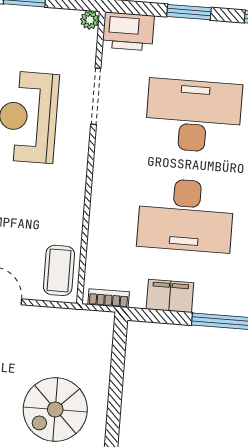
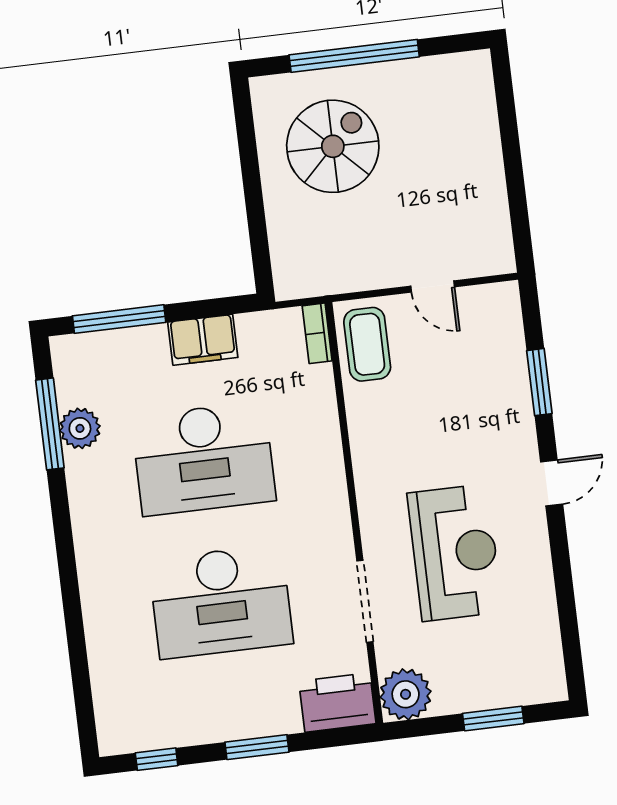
plant: (90, 20) -> (406, 694), width x1.88, depth x1.88
desk: (186, 215) -> (204, 459), turned 180
bookcase: (109, 298) -> (317, 333), moved, turned 90

